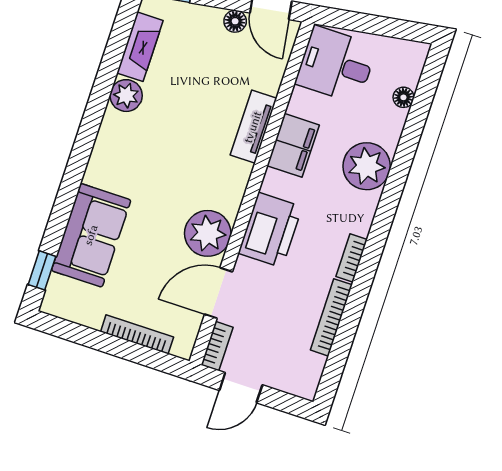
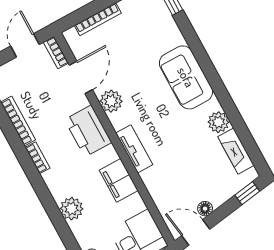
tv unit: (253, 127) -> (134, 149), moved
plant: (367, 166) -> (72, 209), width x0.73, depth x0.73
plant: (208, 233) -> (111, 101), width x0.73, depth x0.73
sofa: (91, 235) -> (186, 77), moved

